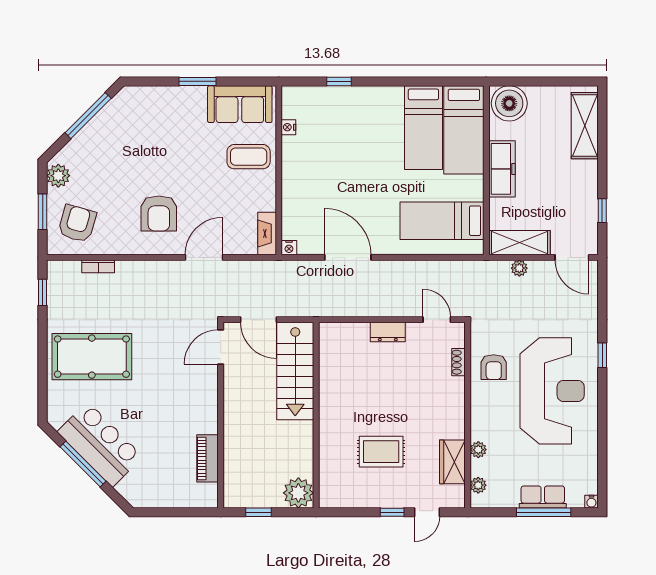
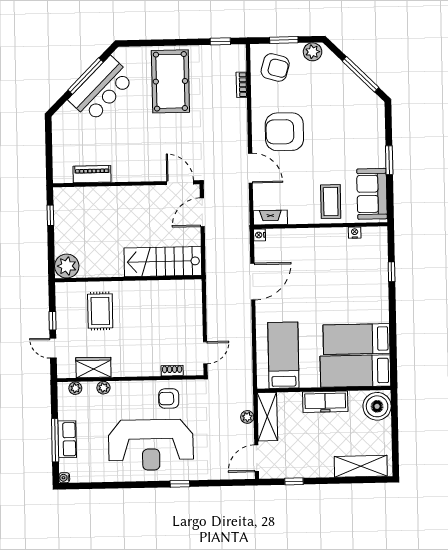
armchair: (159, 213) -> (284, 132), width x1.36, depth x1.36
dresser: (388, 332) -> (195, 314), removed
stairs: (295, 371) -> (163, 262), moved
wall: (316, 415) -> (128, 279), moved
plant: (298, 493) -> (67, 266), moved

